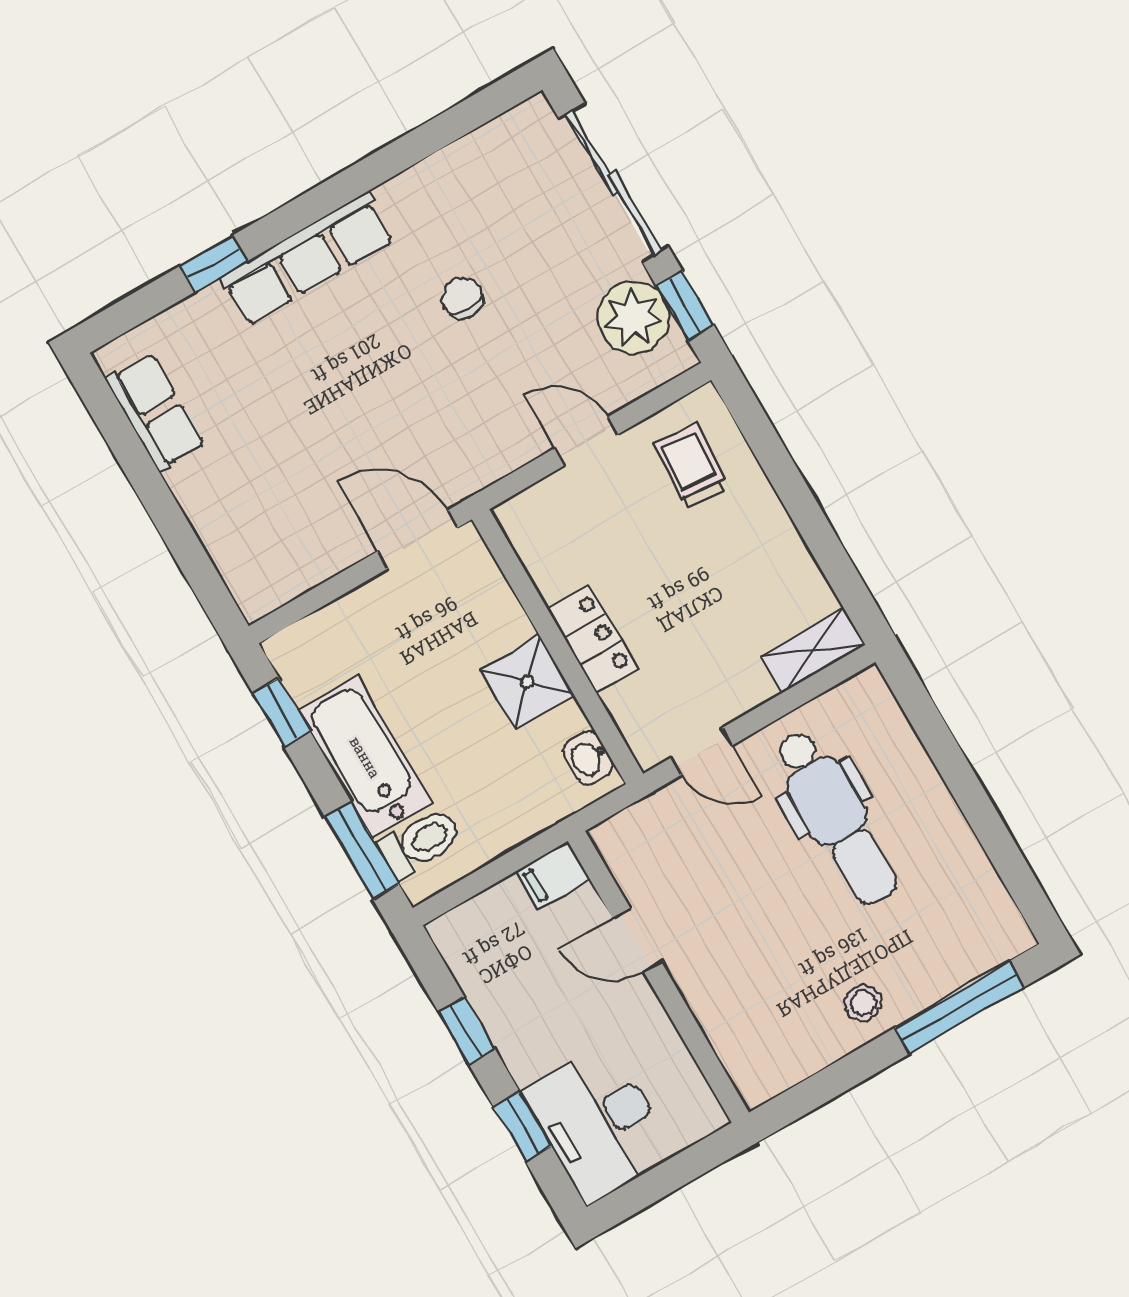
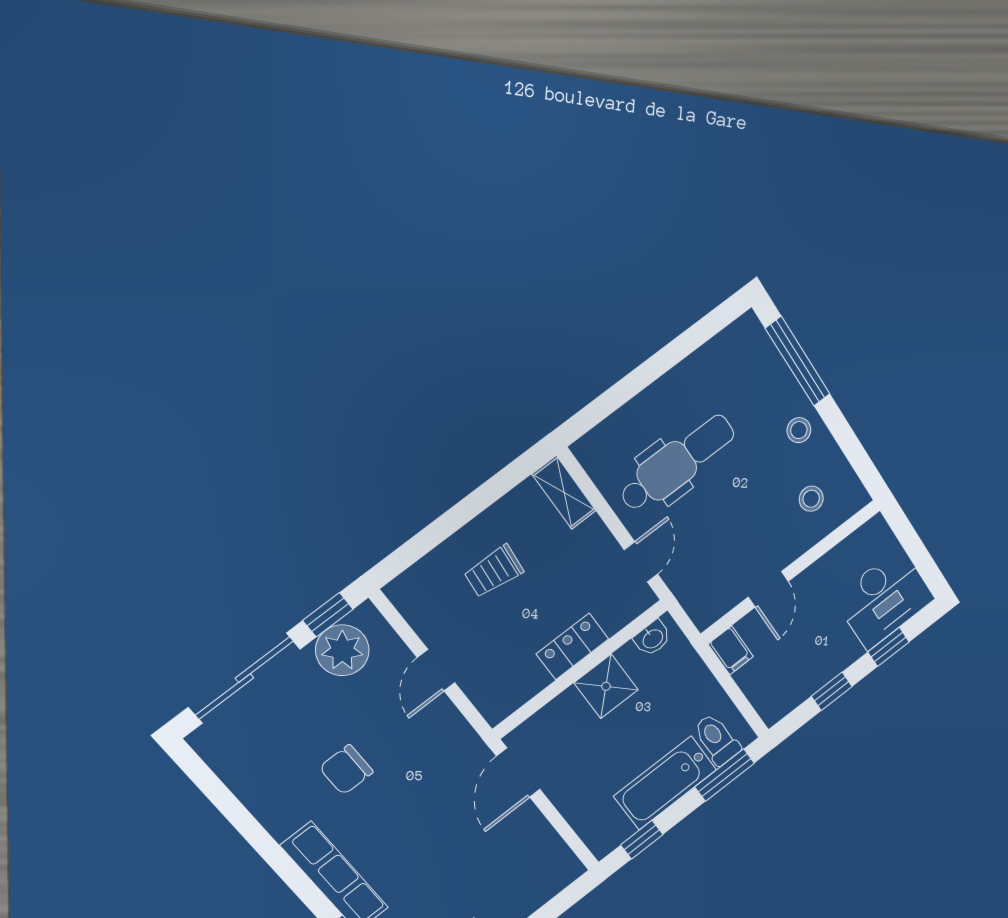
chair: (462, 298) -> (346, 770), width x1.37, depth x1.37
trolley: (691, 466) -> (494, 571), moved
stool: (762, 1016) -> (811, 499), added

